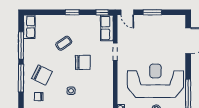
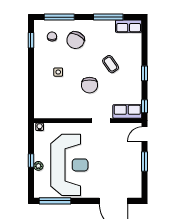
window: (21, 78) -> (59, 17), moved

